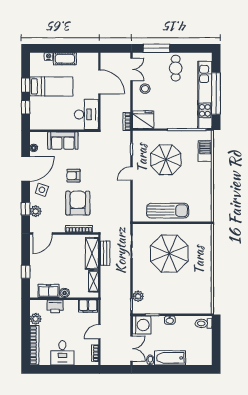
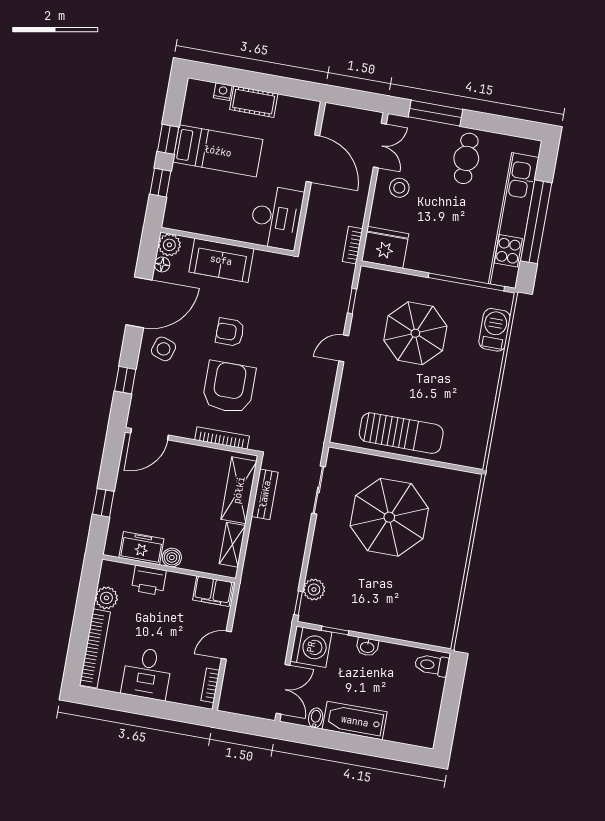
plant: (36, 211) -> (169, 245), moved

